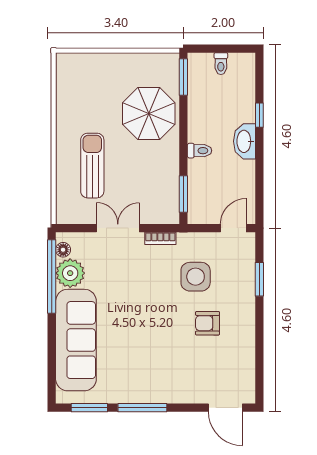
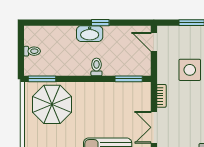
parasol: (149, 114) -> (52, 104), moved
window: (259, 115) -> (100, 23), moved

